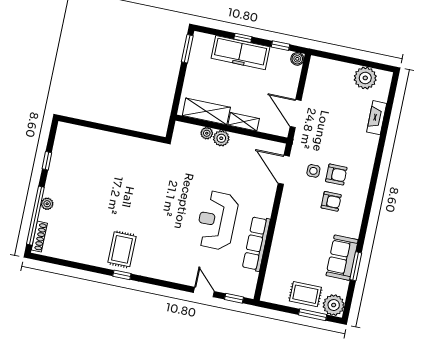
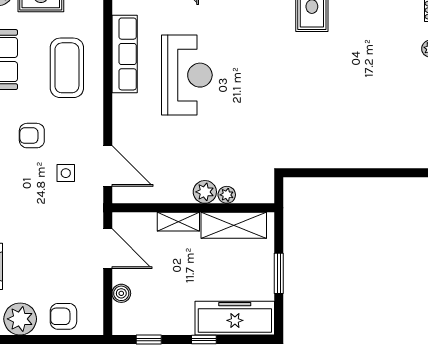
window: (187, 49) -> (279, 273), moved
freezer: (240, 53) -> (235, 318), moved
boiler: (297, 59) -> (121, 293), moved
armchair: (336, 174) -> (63, 316), moved
coffee table: (298, 242) -> (67, 68), added

